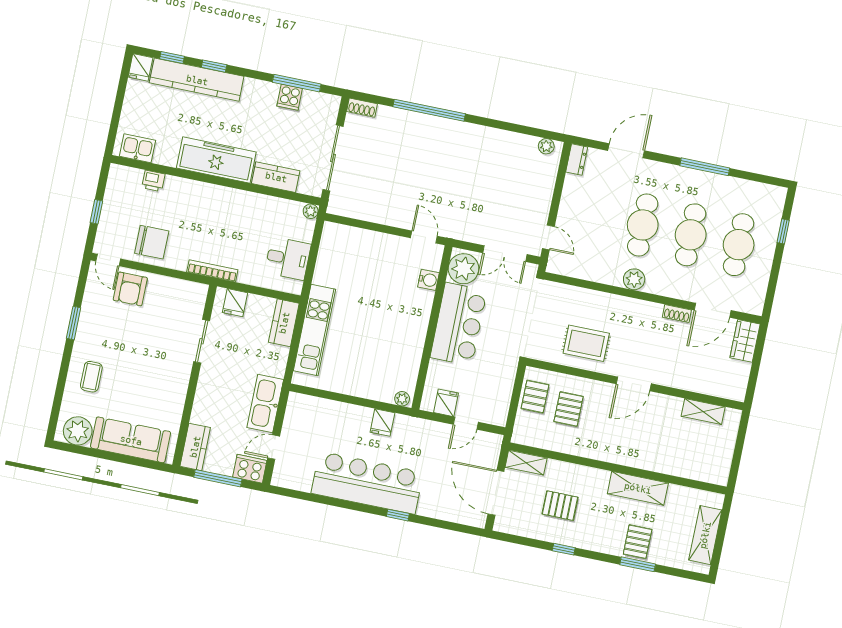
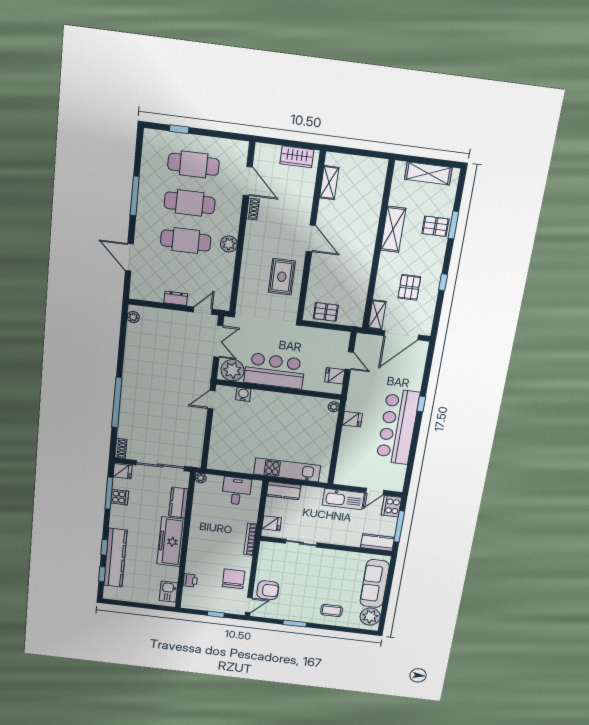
fridge: (140, 67) -> (123, 471), moved
dresser: (577, 159) -> (176, 298), moved
wardrobe: (745, 341) -> (297, 157), moved
pallet: (569, 409) -> (334, 286), removed
door: (274, 447) -> (375, 491), hinge flipped

